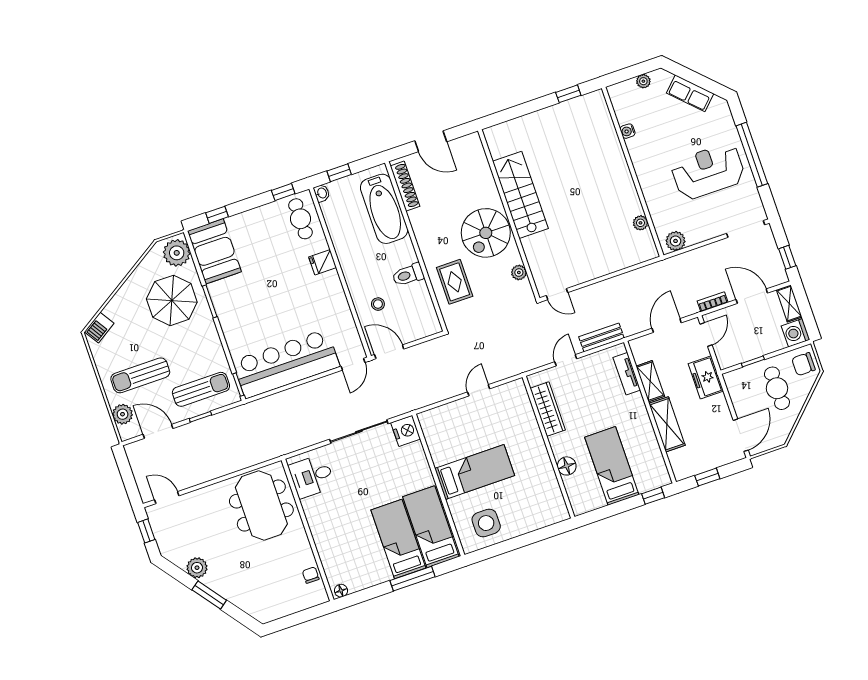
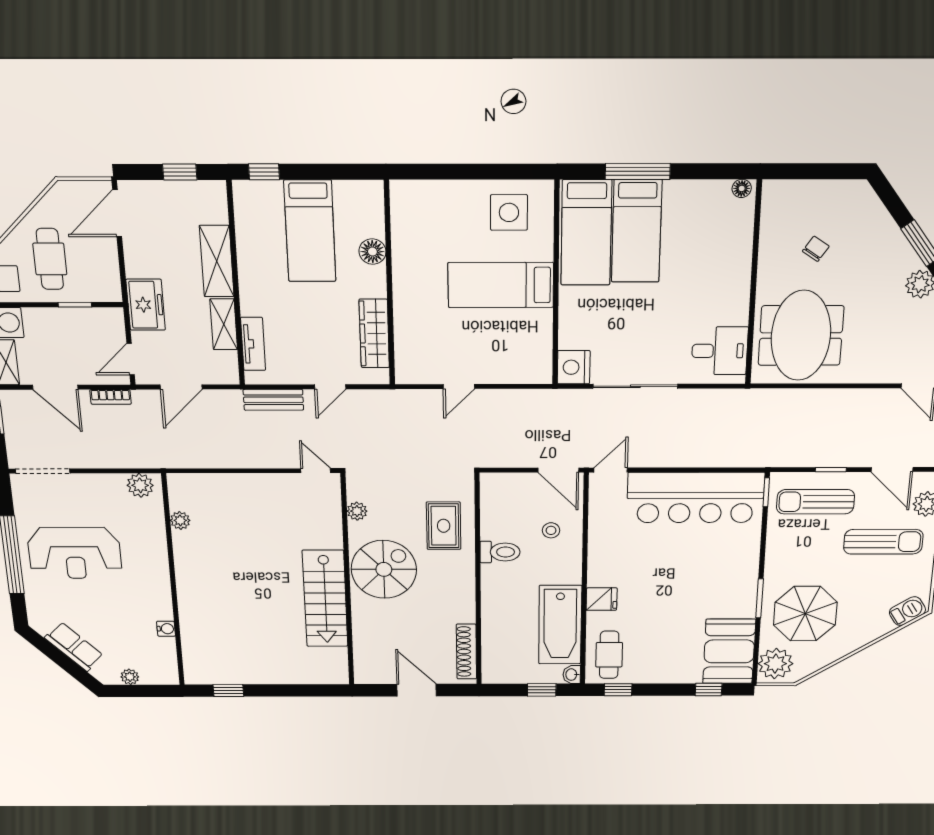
bathtub: (384, 209) -> (560, 625), moved, turned 180
chair: (311, 575) -> (816, 249), moved, turned -146

